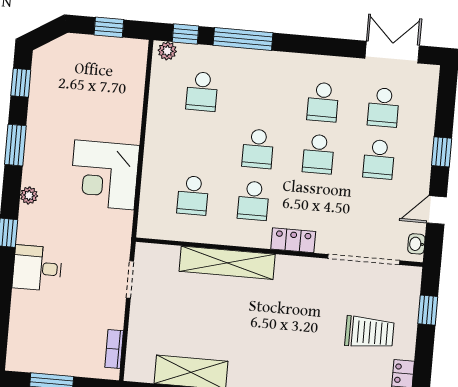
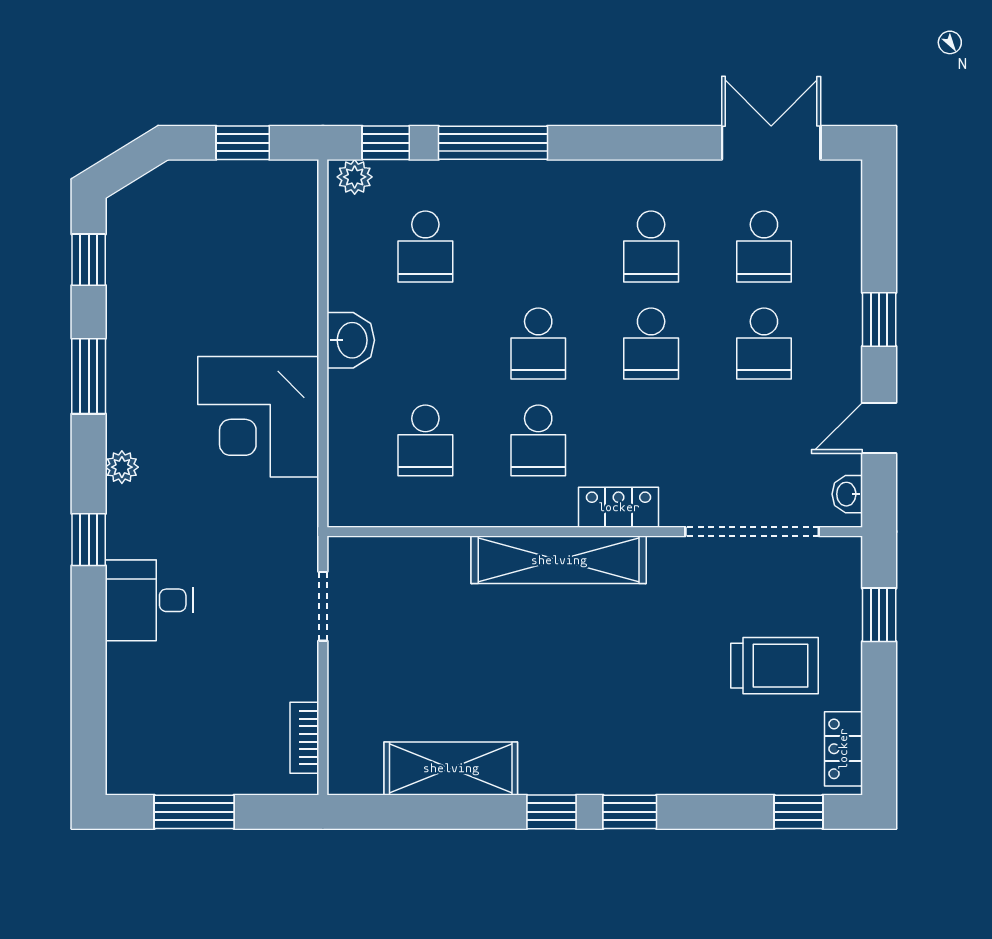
washbasin: (157, 138) -> (351, 340), added
shelving: (227, 263) -> (559, 560), moved

